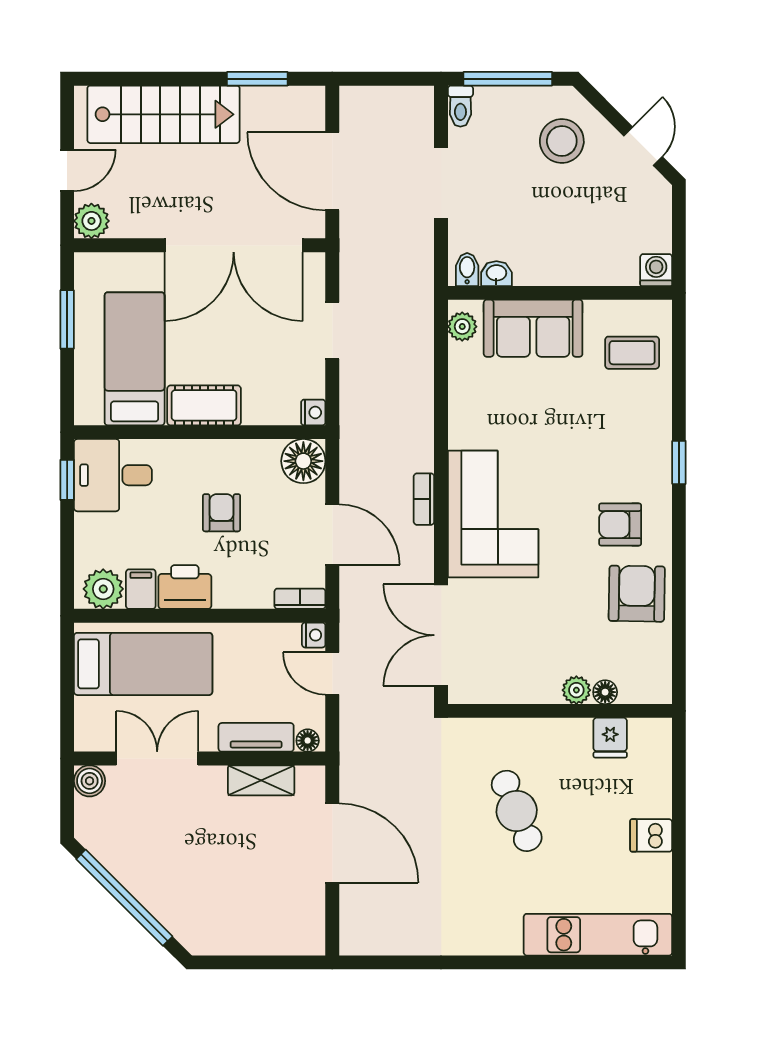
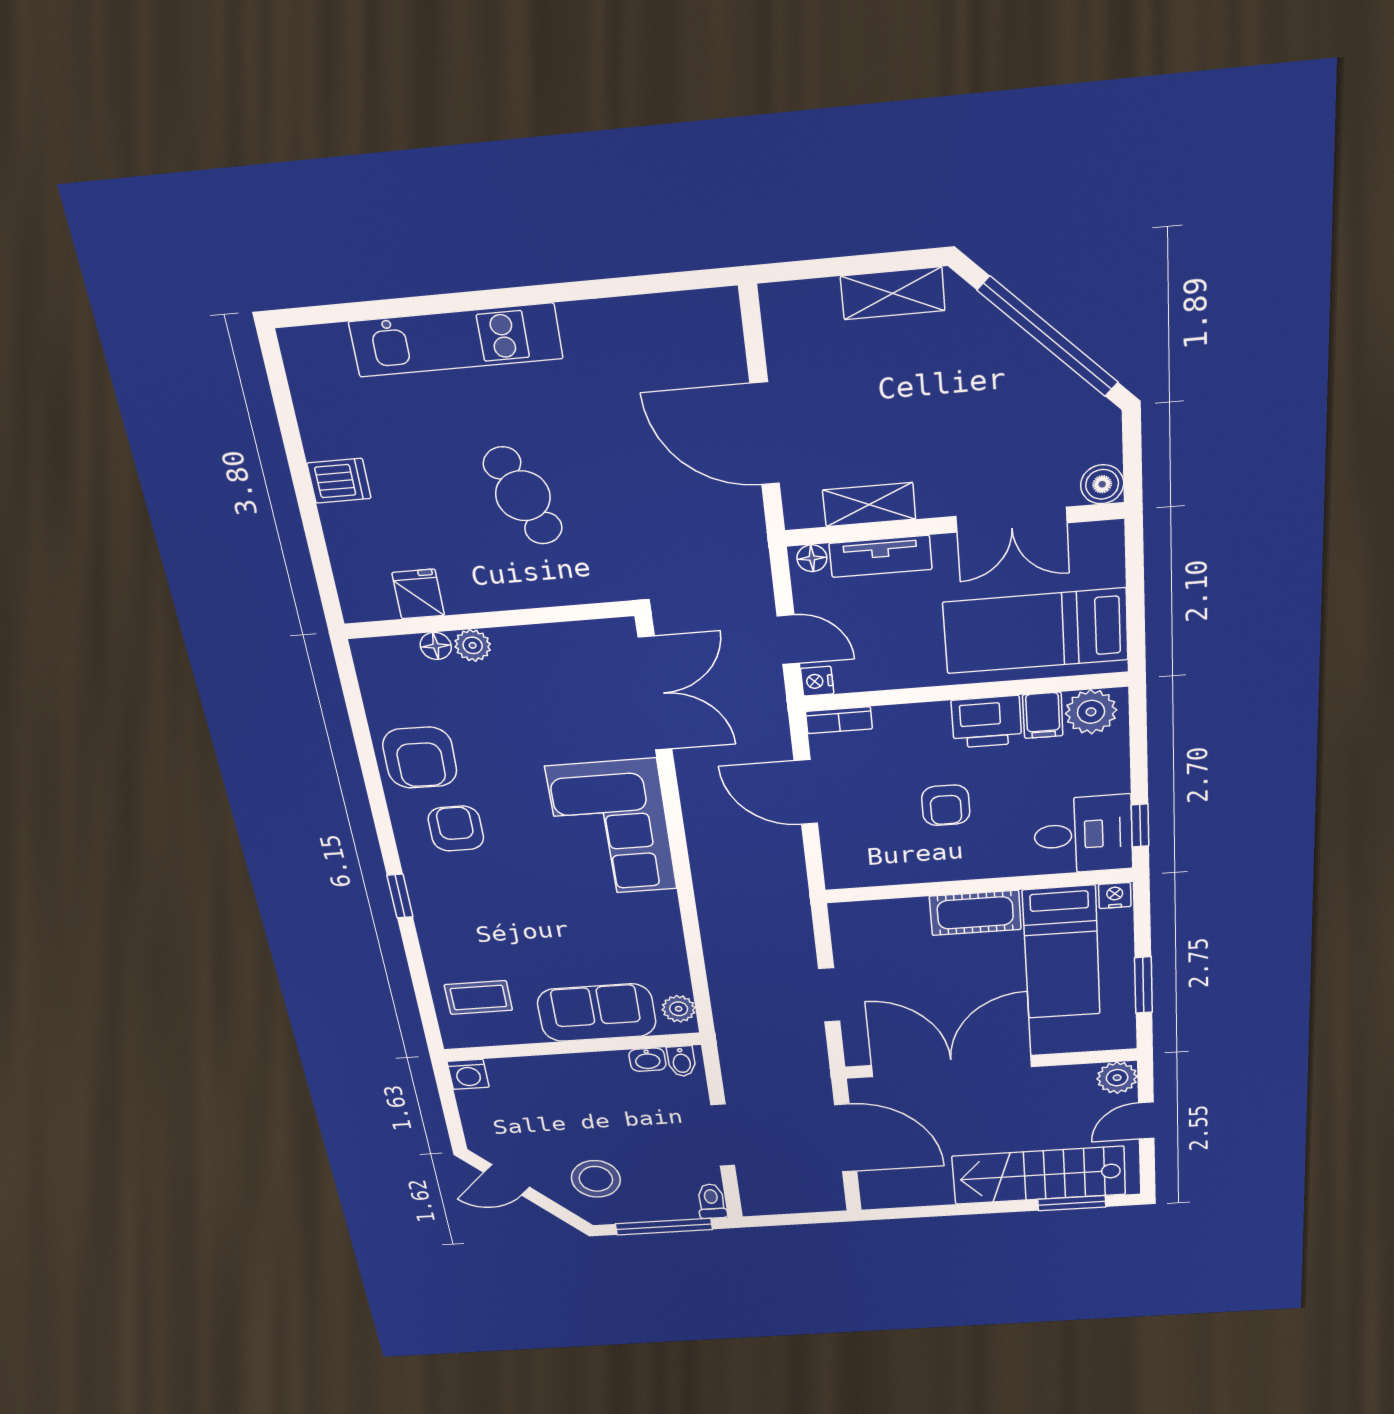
window: (257, 79) -> (1072, 1203), moved
door: (643, 146) -> (507, 1180), hinge flipped
nightstand: (313, 412) -> (1115, 896), moved, turned 90
floor lamp: (303, 461) -> (850, 866), removed
bookcase: (424, 499) -> (698, 837), removed
armchair: (620, 525) -> (456, 829), turned -90
kitchen unit: (598, 935) -> (456, 340), moved
shelving: (231, 940) -> (893, 293), added

